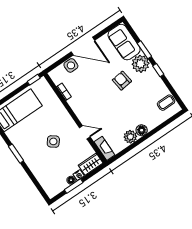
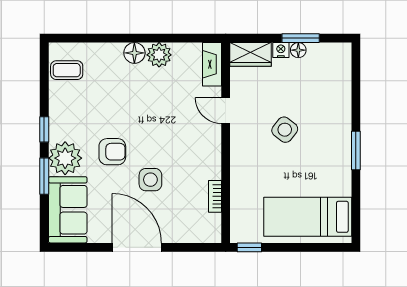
side table: (71, 65) -> (150, 180), moved
armchair: (122, 81) -> (112, 152), turned -83

